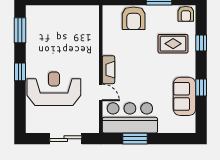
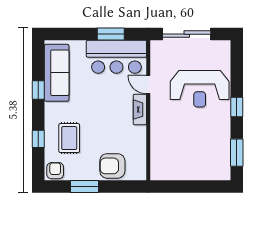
armchair: (134, 18) -> (112, 166), turned -90
rug: (173, 44) -> (69, 138), turned 90
sofa: (184, 96) -> (57, 73), width x1.36
sliding door: (66, 139) -> (187, 34), width x1.37

